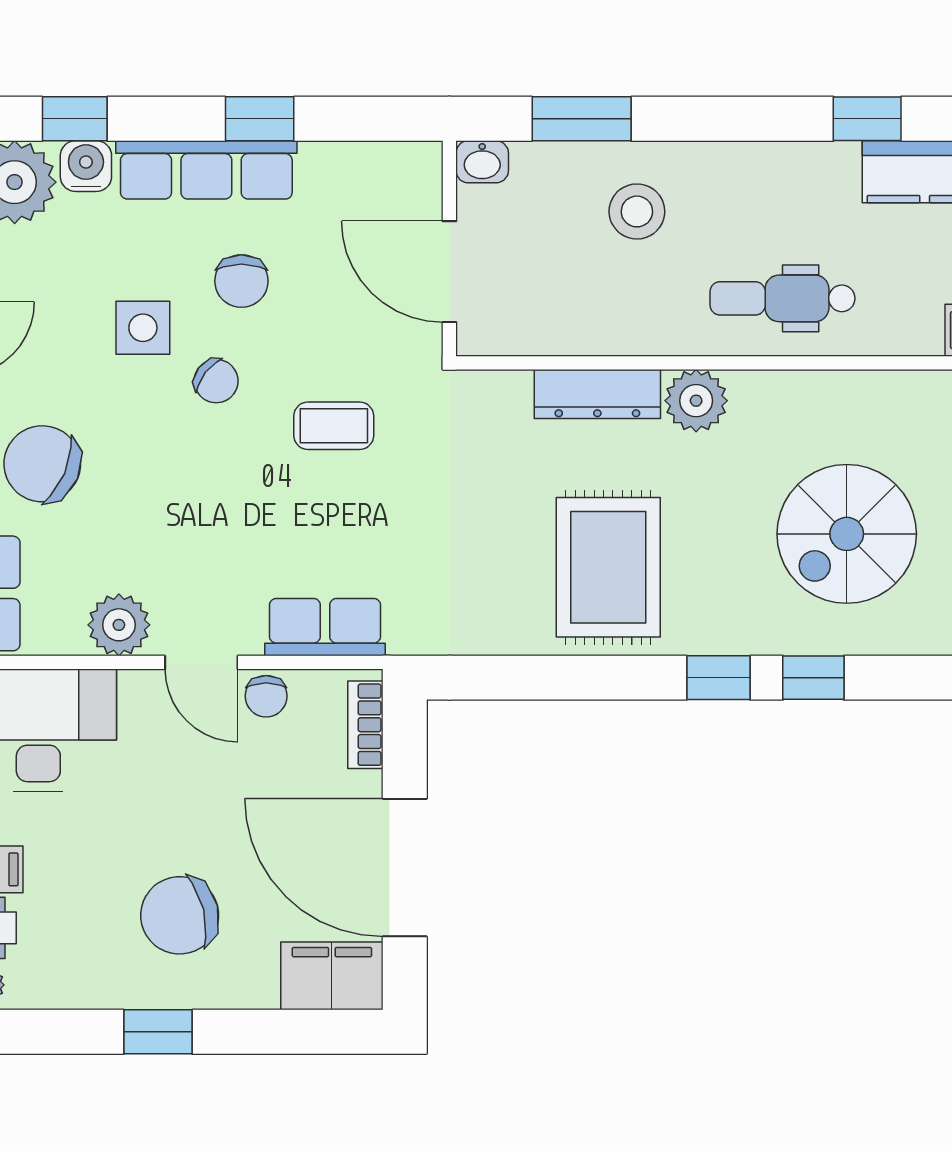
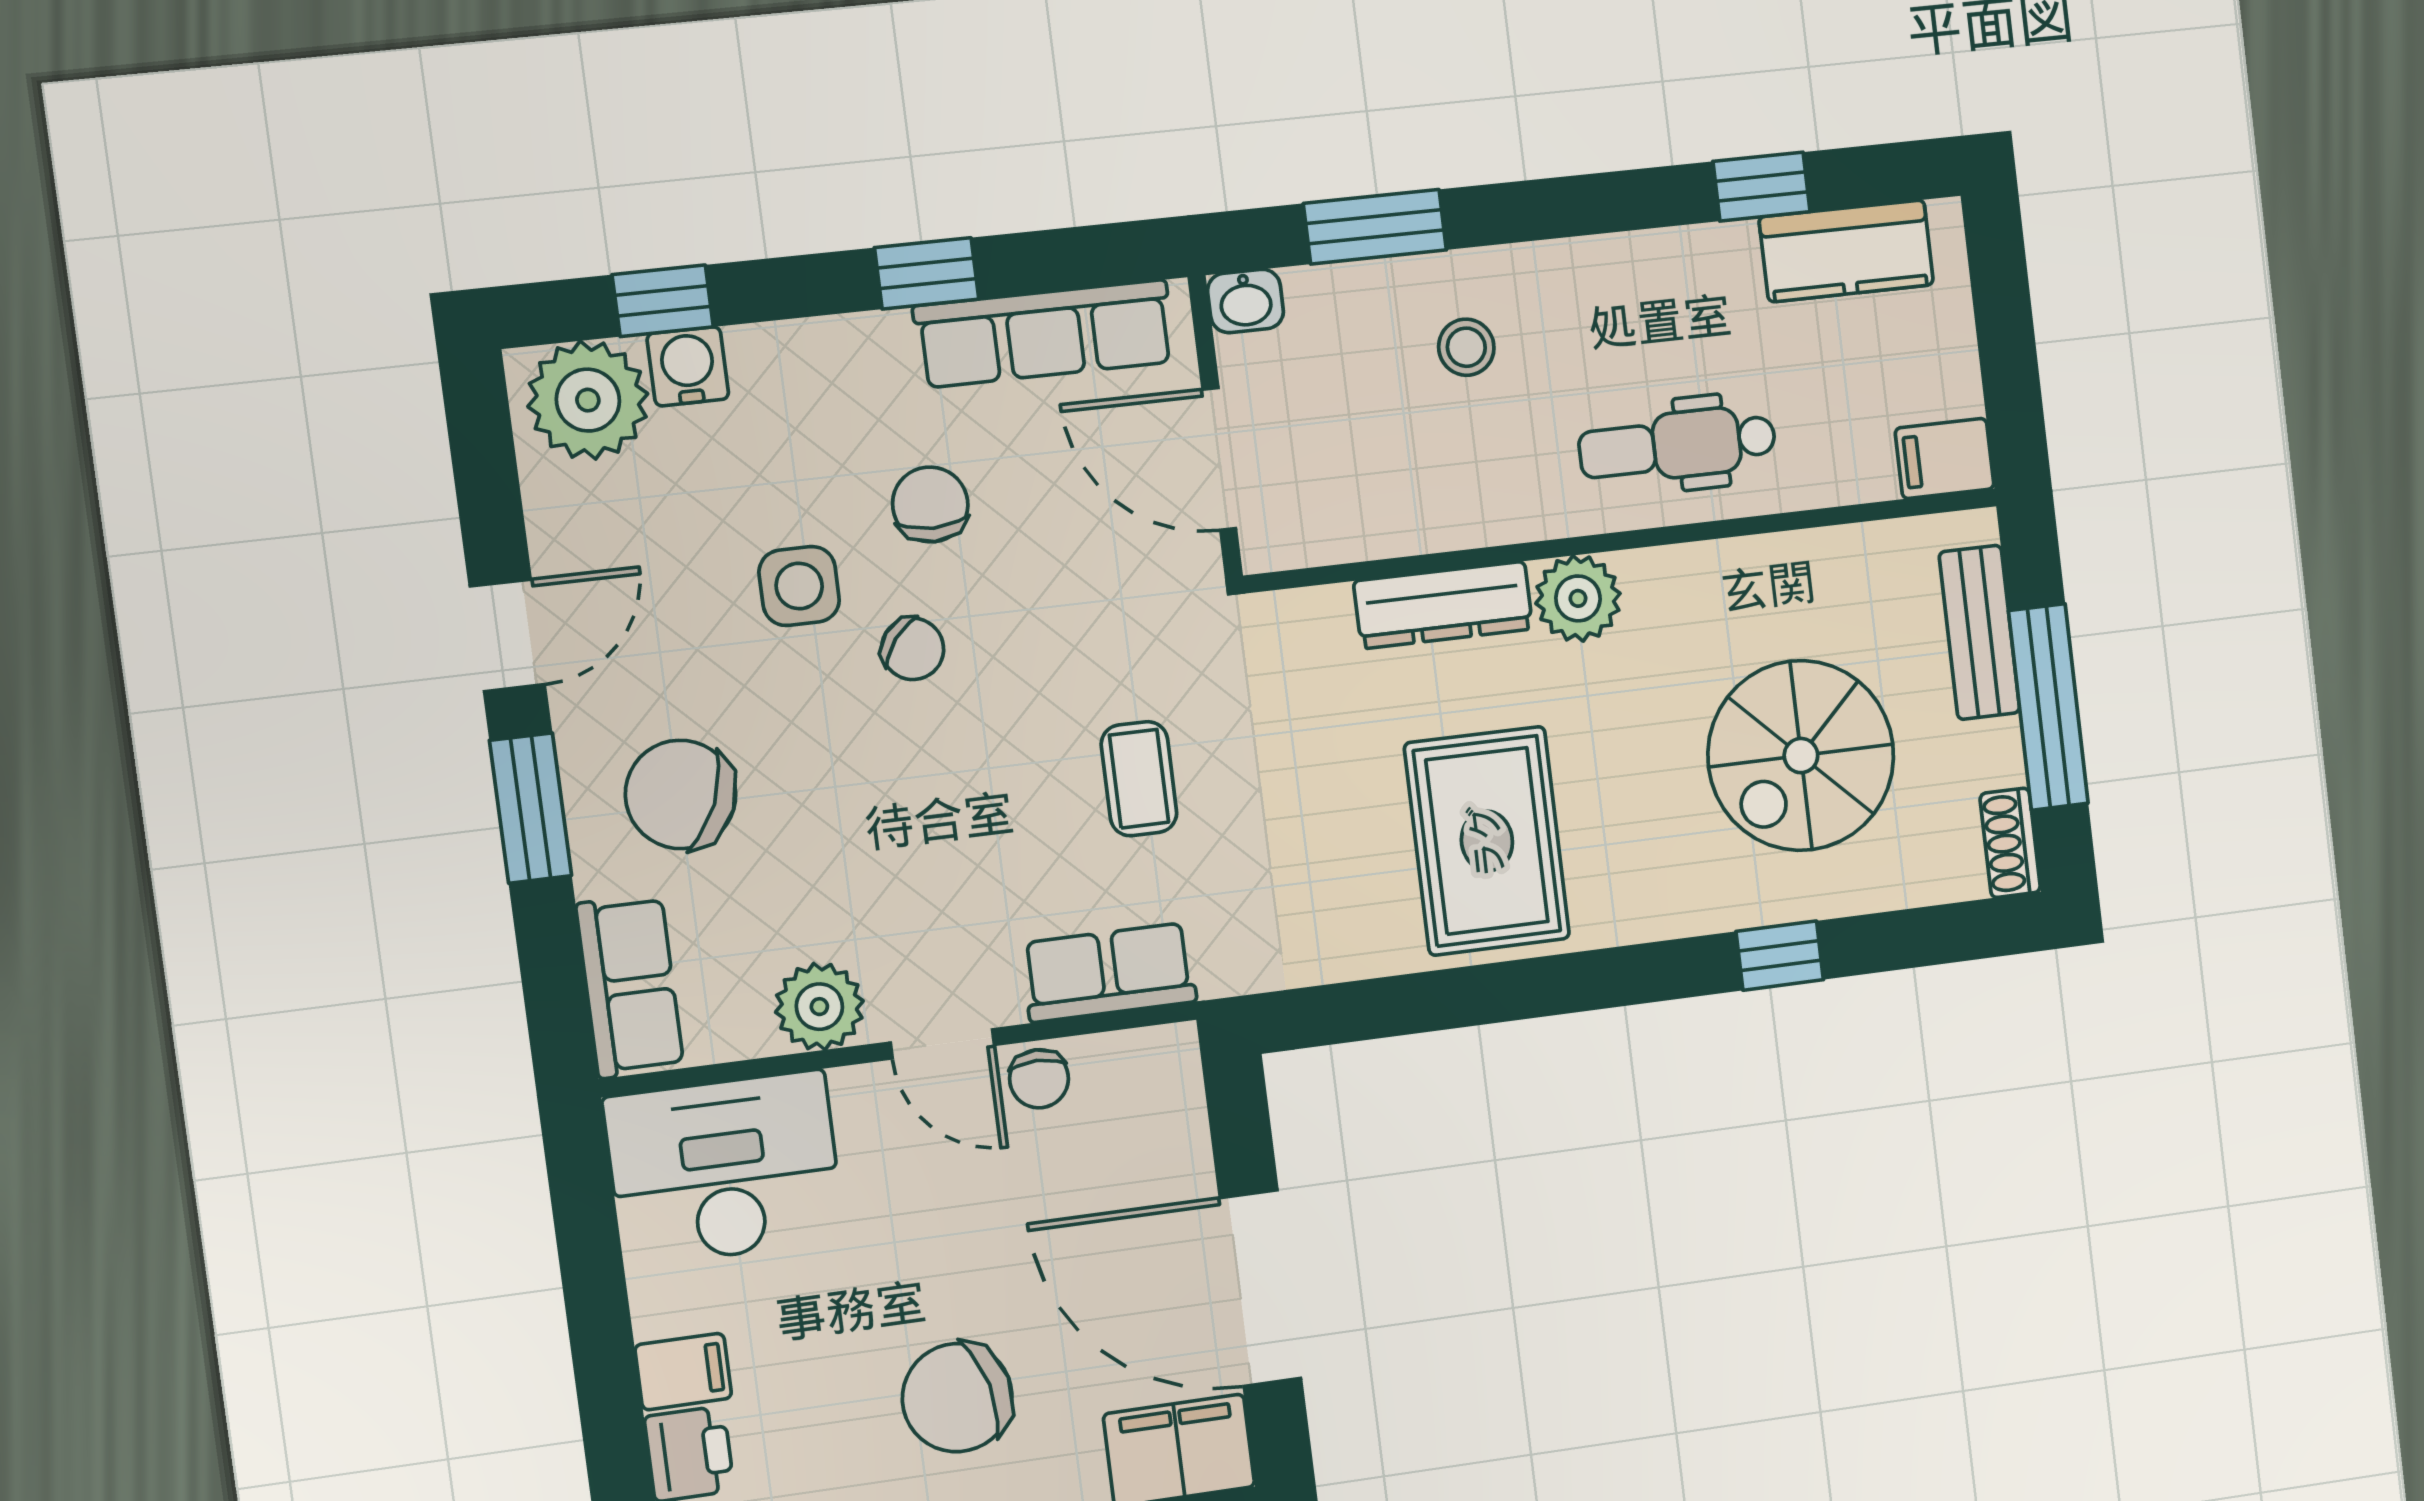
row of seats: (206, 170) -> (1044, 334), moved
stool: (637, 211) -> (1466, 347), width x0.73, depth x0.73
chair: (241, 281) -> (930, 504), turned 180
coffee table: (334, 426) -> (1139, 779), moved, turned 90
window: (718, 678) -> (1653, 972), removed
bookcase: (365, 725) -> (1182, 1100), removed

